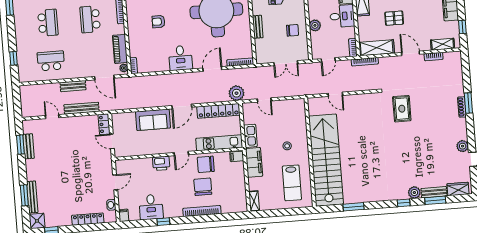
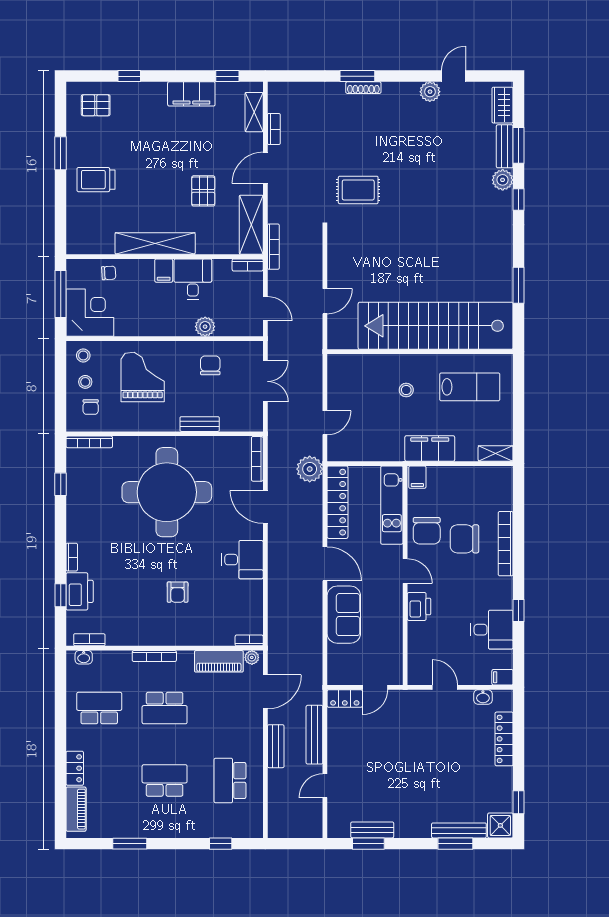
kitchen sink: (250, 136) -> (384, 451), removed

